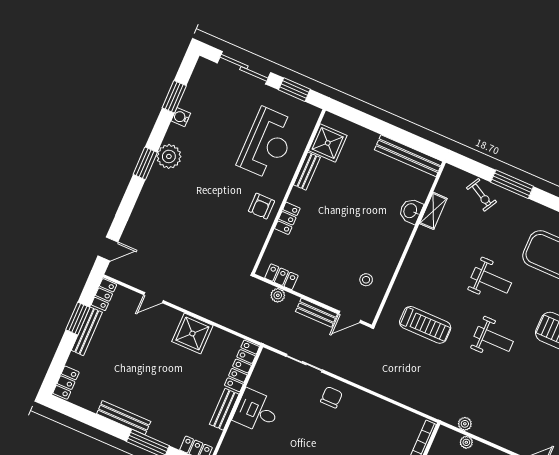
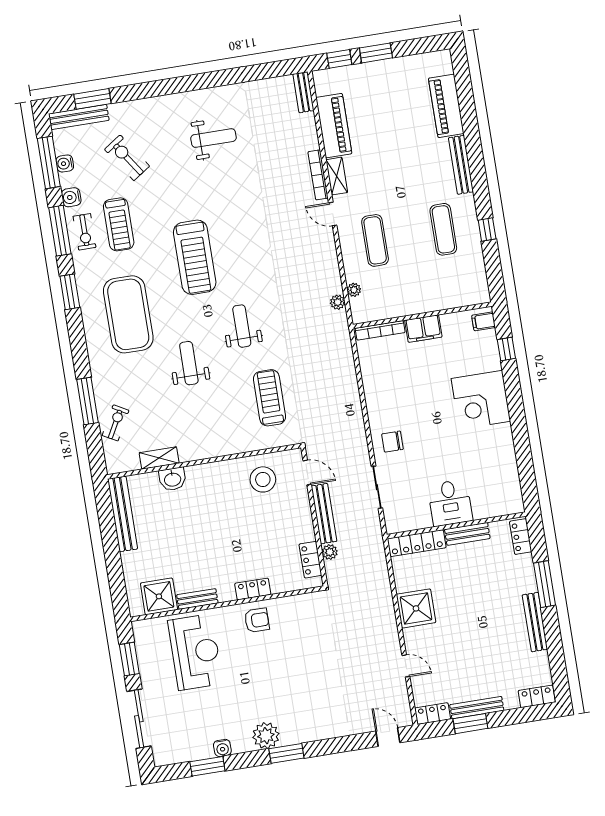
reception desk: (267, 143) -> (195, 652), turned 90
stool: (366, 280) -> (263, 479), width x1.89, depth x1.89
bench: (317, 313) -> (324, 514), width x1.36

